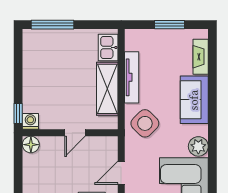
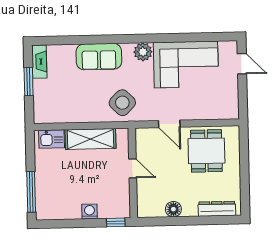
fireplace: (201, 57) -> (39, 62), moved, turned -90
tv unit: (132, 77) -> (79, 116), removed
washing machine: (30, 121) -> (90, 211), moved, turned 90
floor lamp: (31, 145) -> (173, 209), moved

